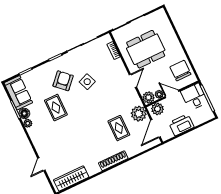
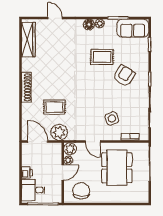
chair: (180, 71) -> (81, 191), turned -90
armchair: (63, 81) -> (124, 76), turned -100
side table: (87, 82) -> (112, 118), moved
desk: (194, 97) -> (33, 190), moved, turned 180
plant: (157, 109) -> (55, 152), removed
floor lamp: (24, 113) -> (89, 25), moved
printer: (181, 125) -> (27, 173), width x0.53, depth x0.68

